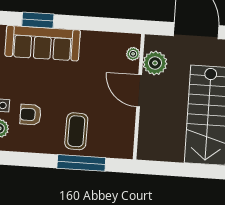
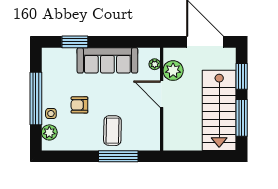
sofa: (43, 43) -> (107, 60), moved
armchair: (31, 115) -> (79, 105), moved

